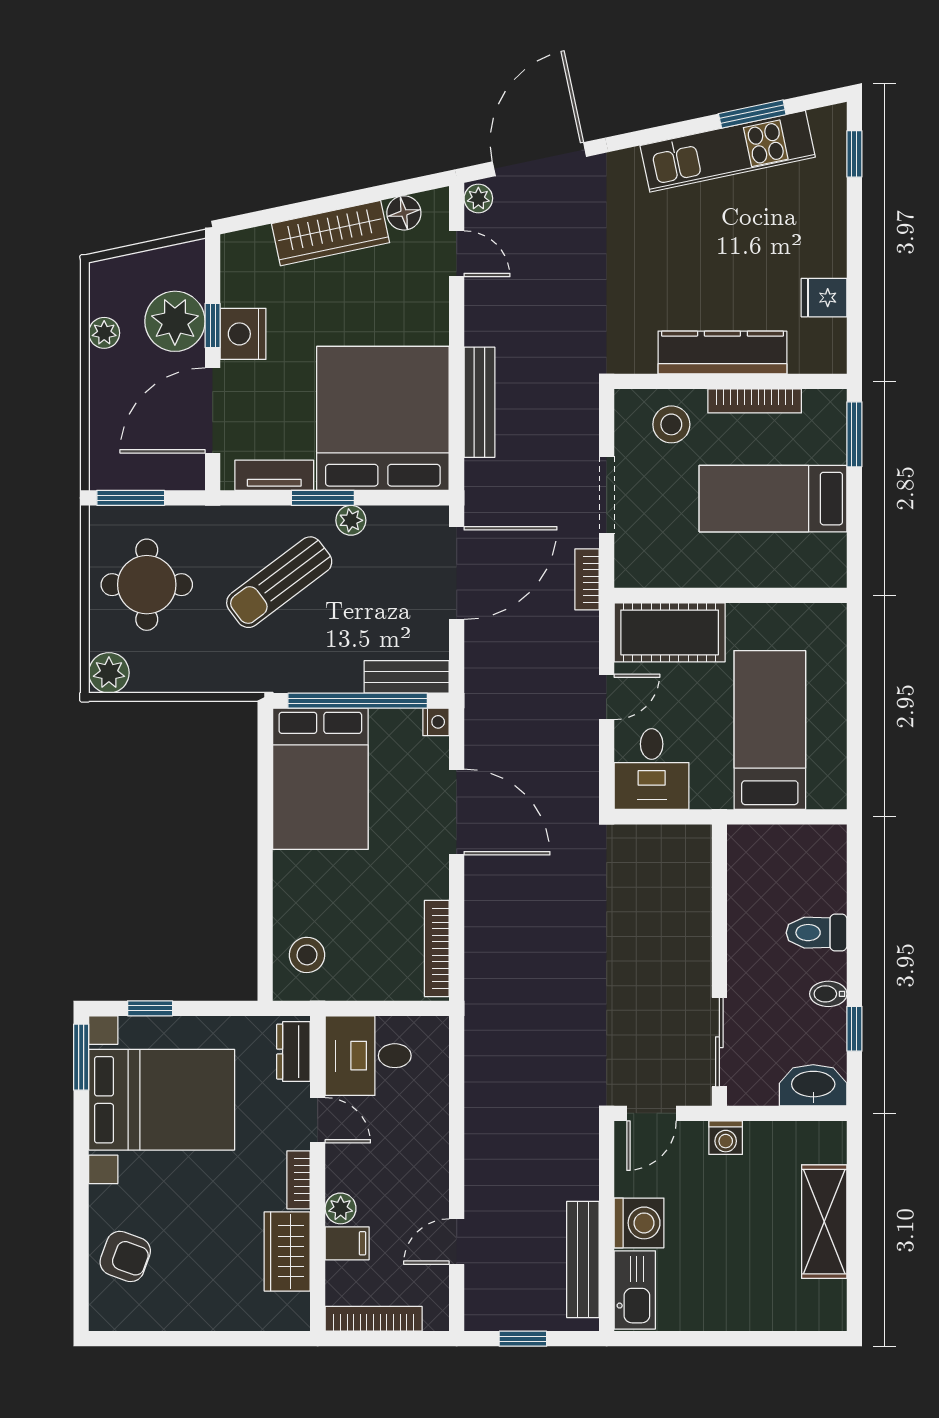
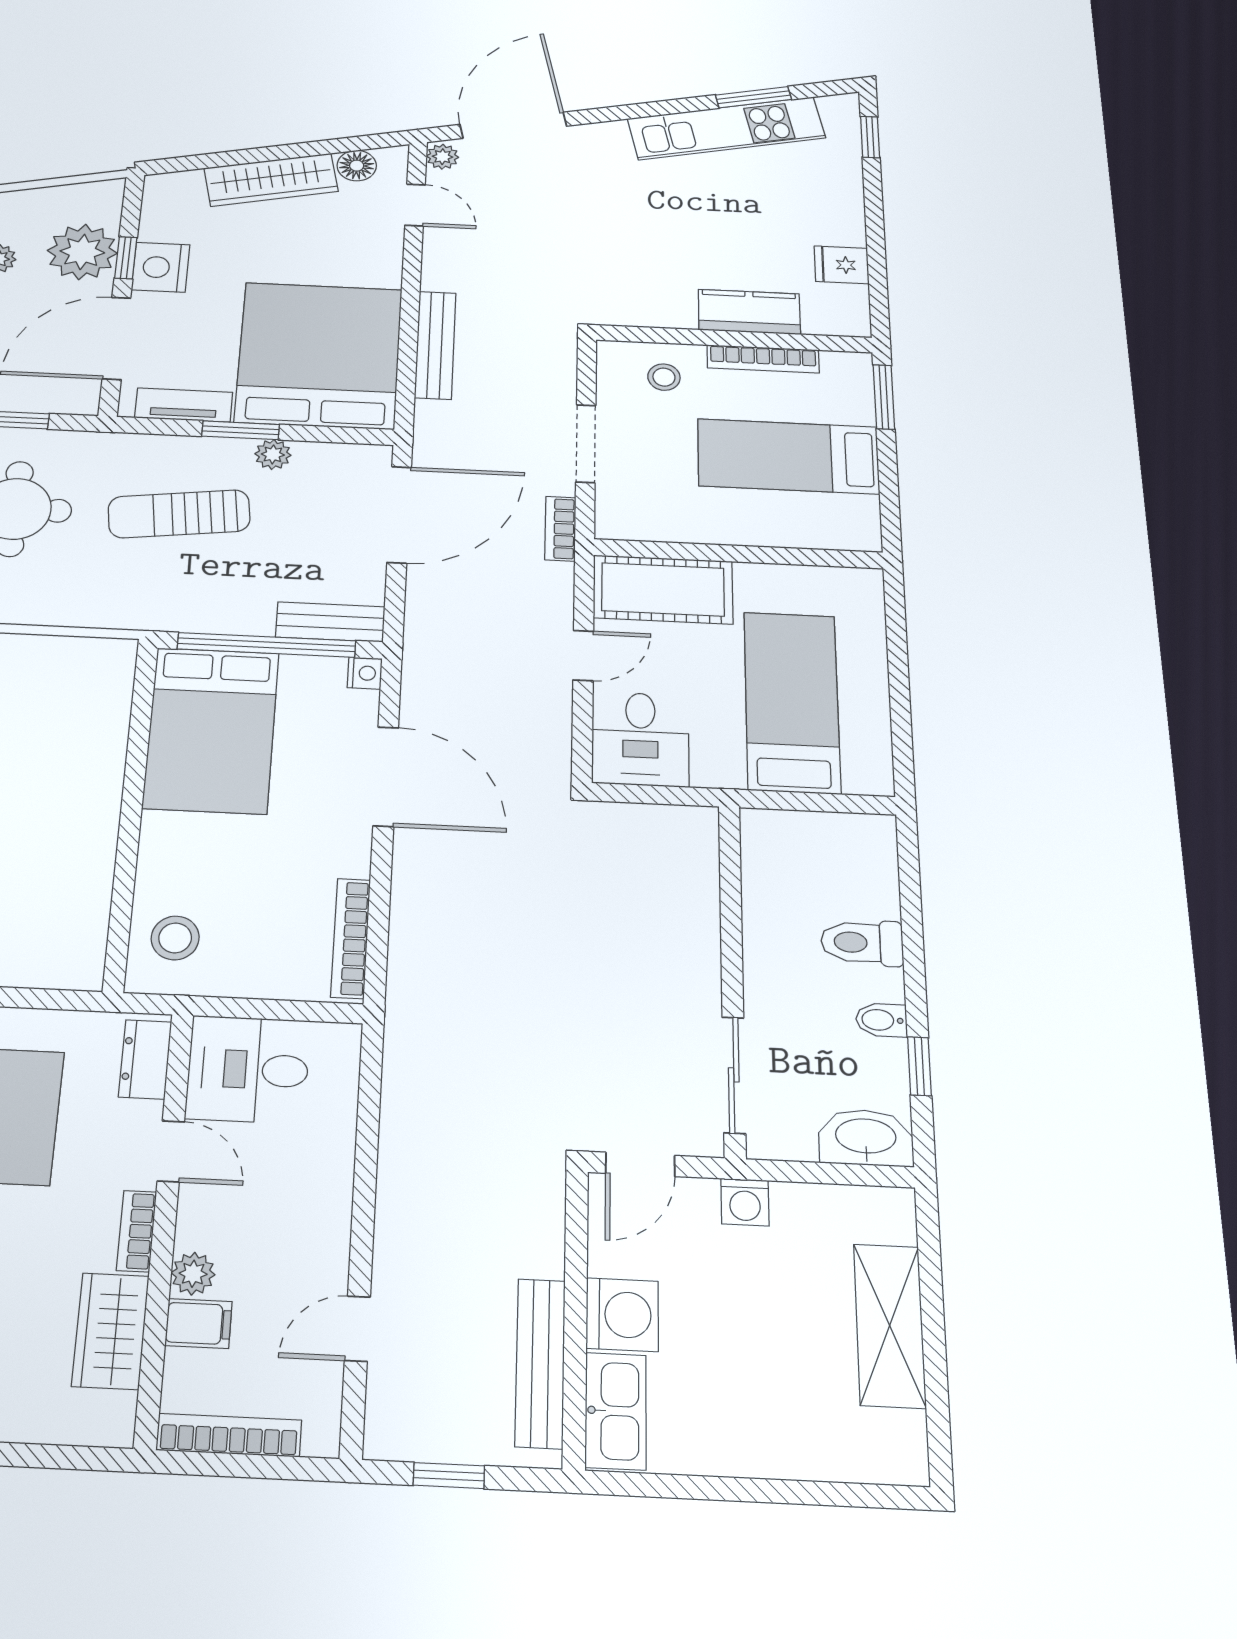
kitchen counter: (722, 352) -> (749, 312), width x0.67
stool: (671, 424) -> (664, 377), width x0.73, depth x0.73
sun lounger: (279, 582) -> (179, 514), turned 30

